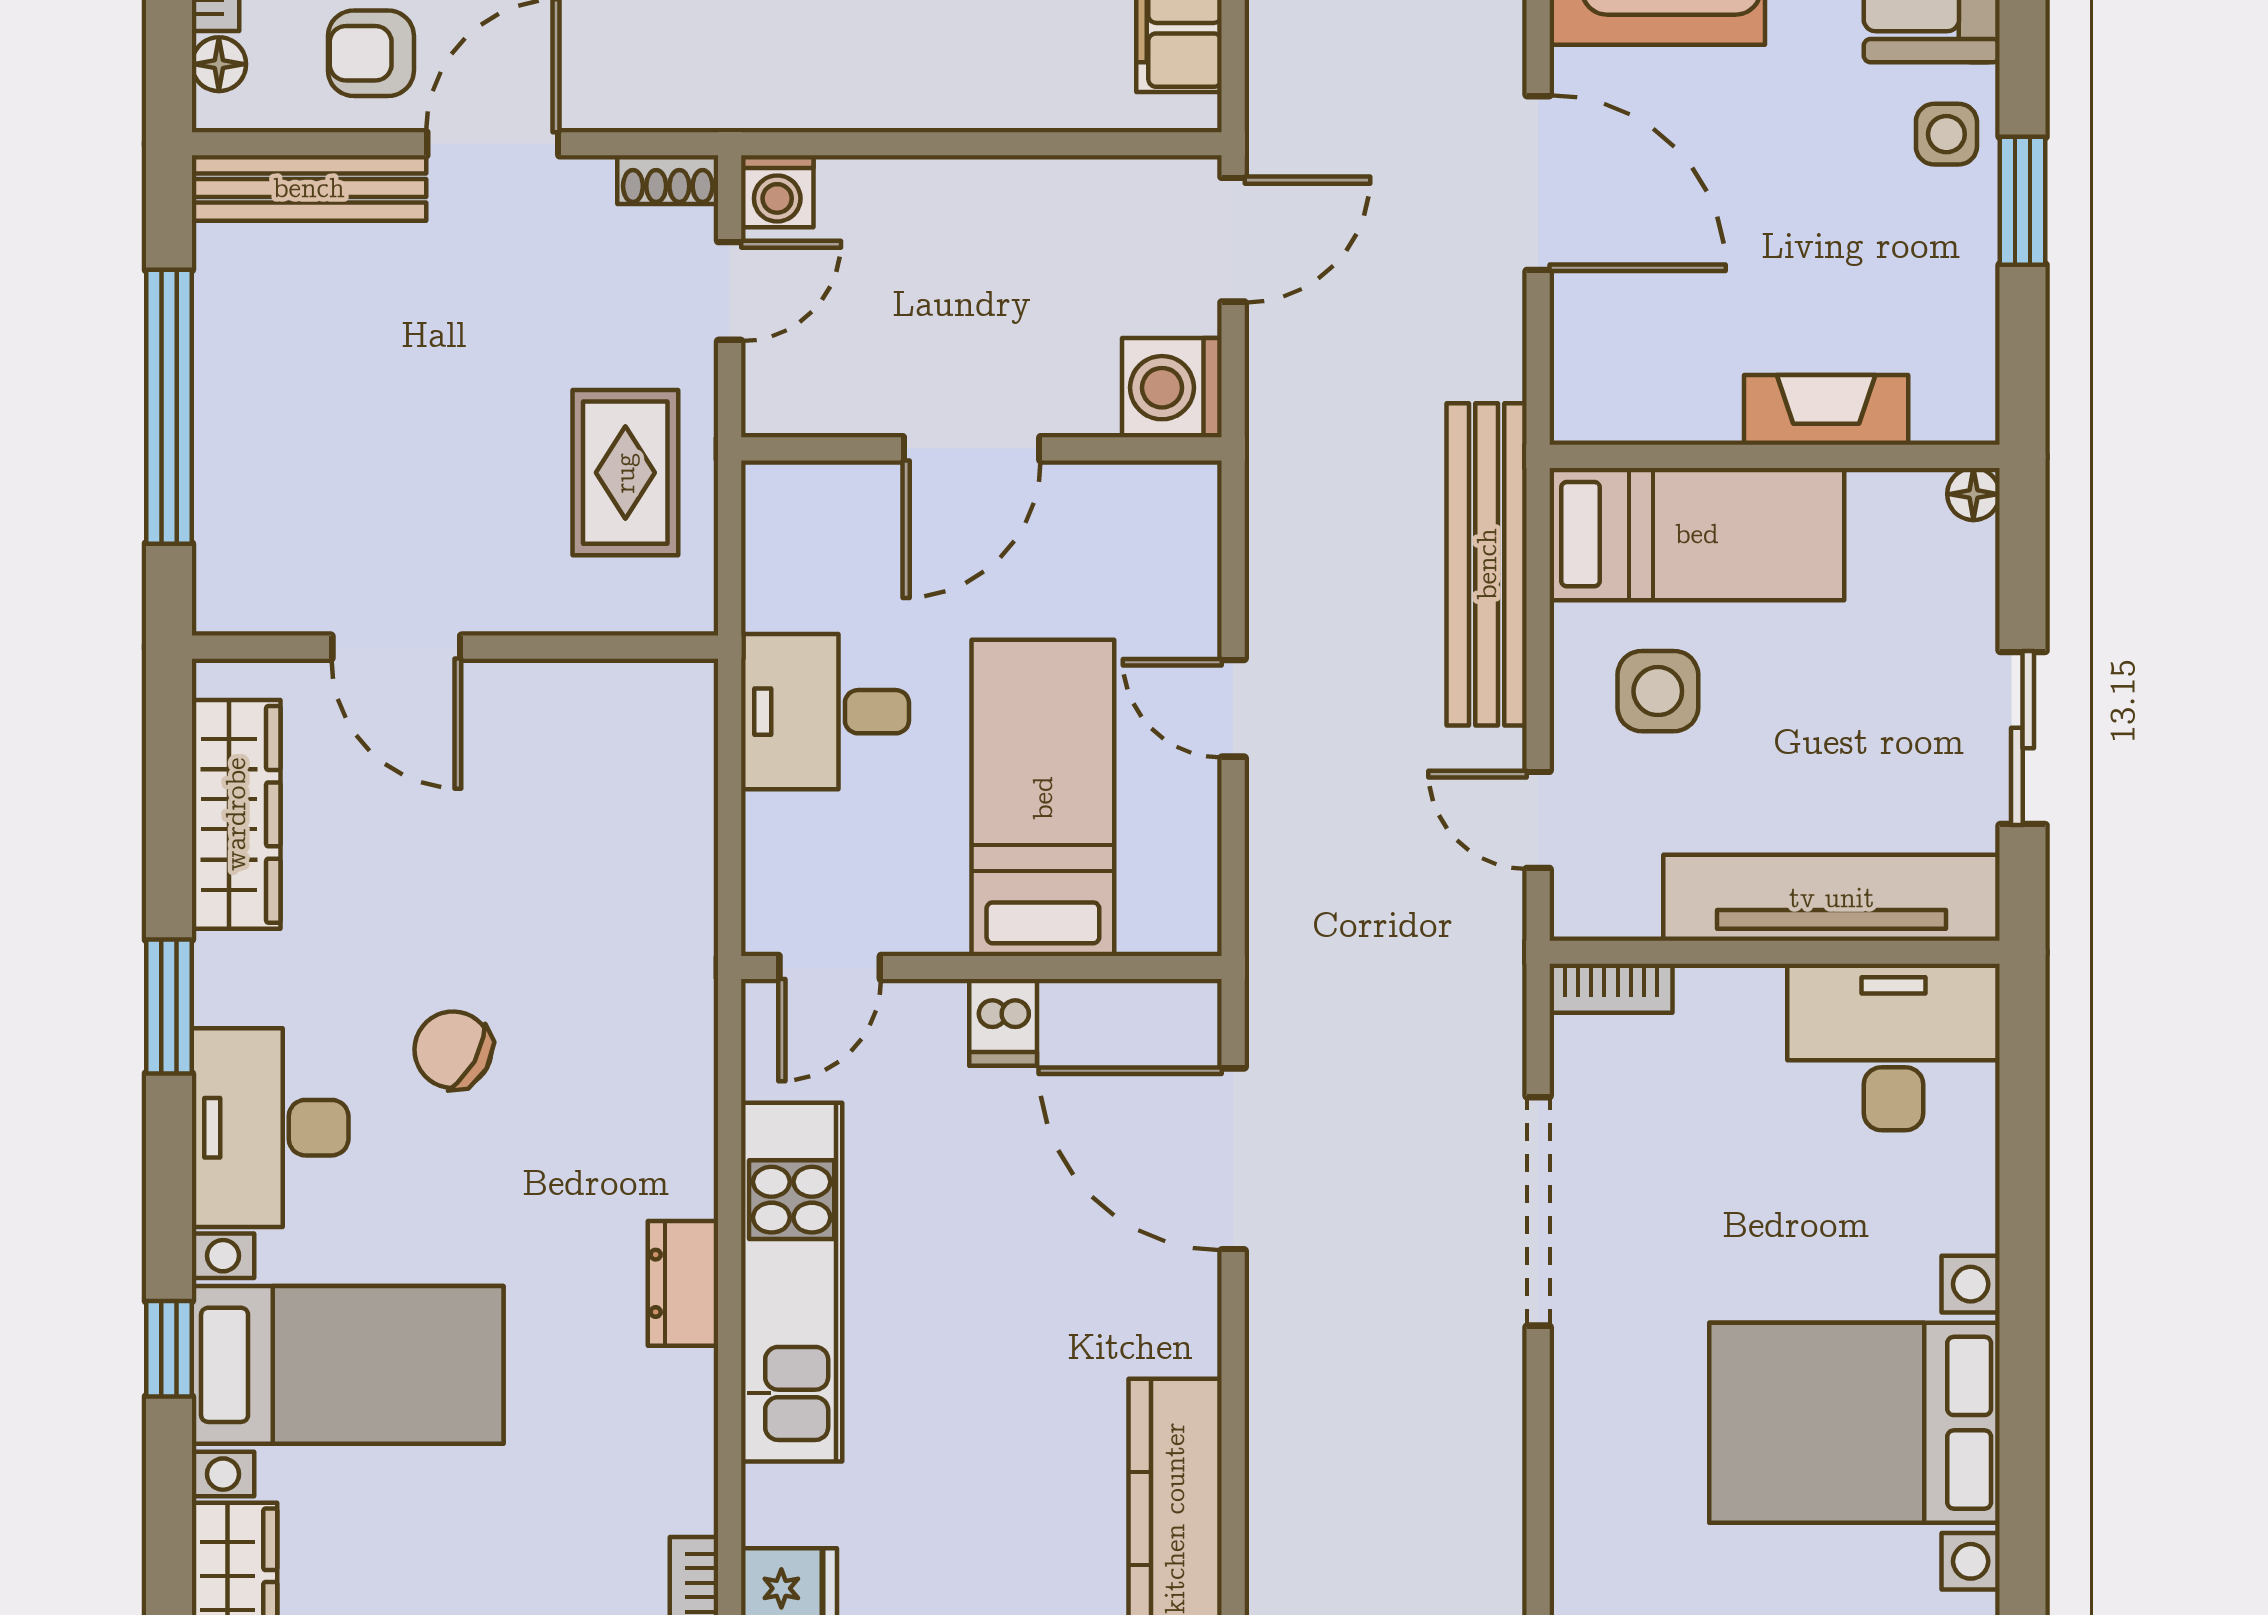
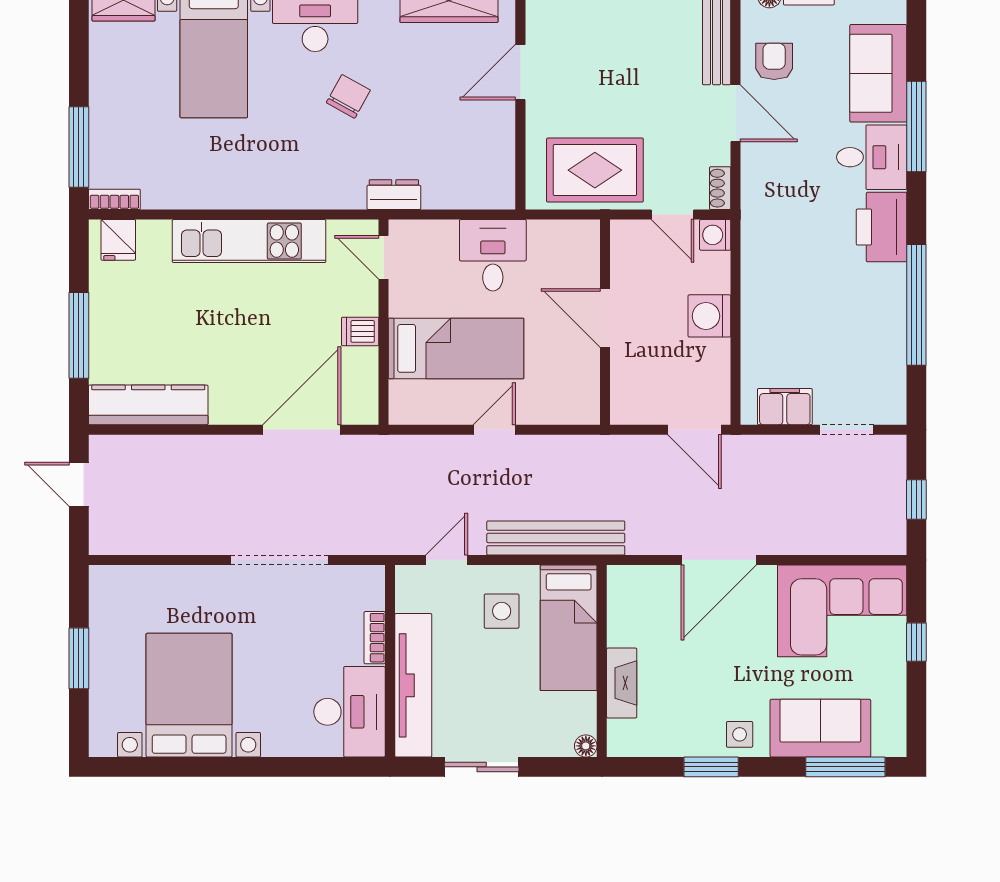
washing machine: (1172, 388) -> (709, 316), moved, turned -90
rug: (625, 473) -> (595, 170), width x1.36, depth x1.43
bookcase: (1611, 988) -> (375, 638), moved
dresser: (683, 1283) -> (394, 195), moved

